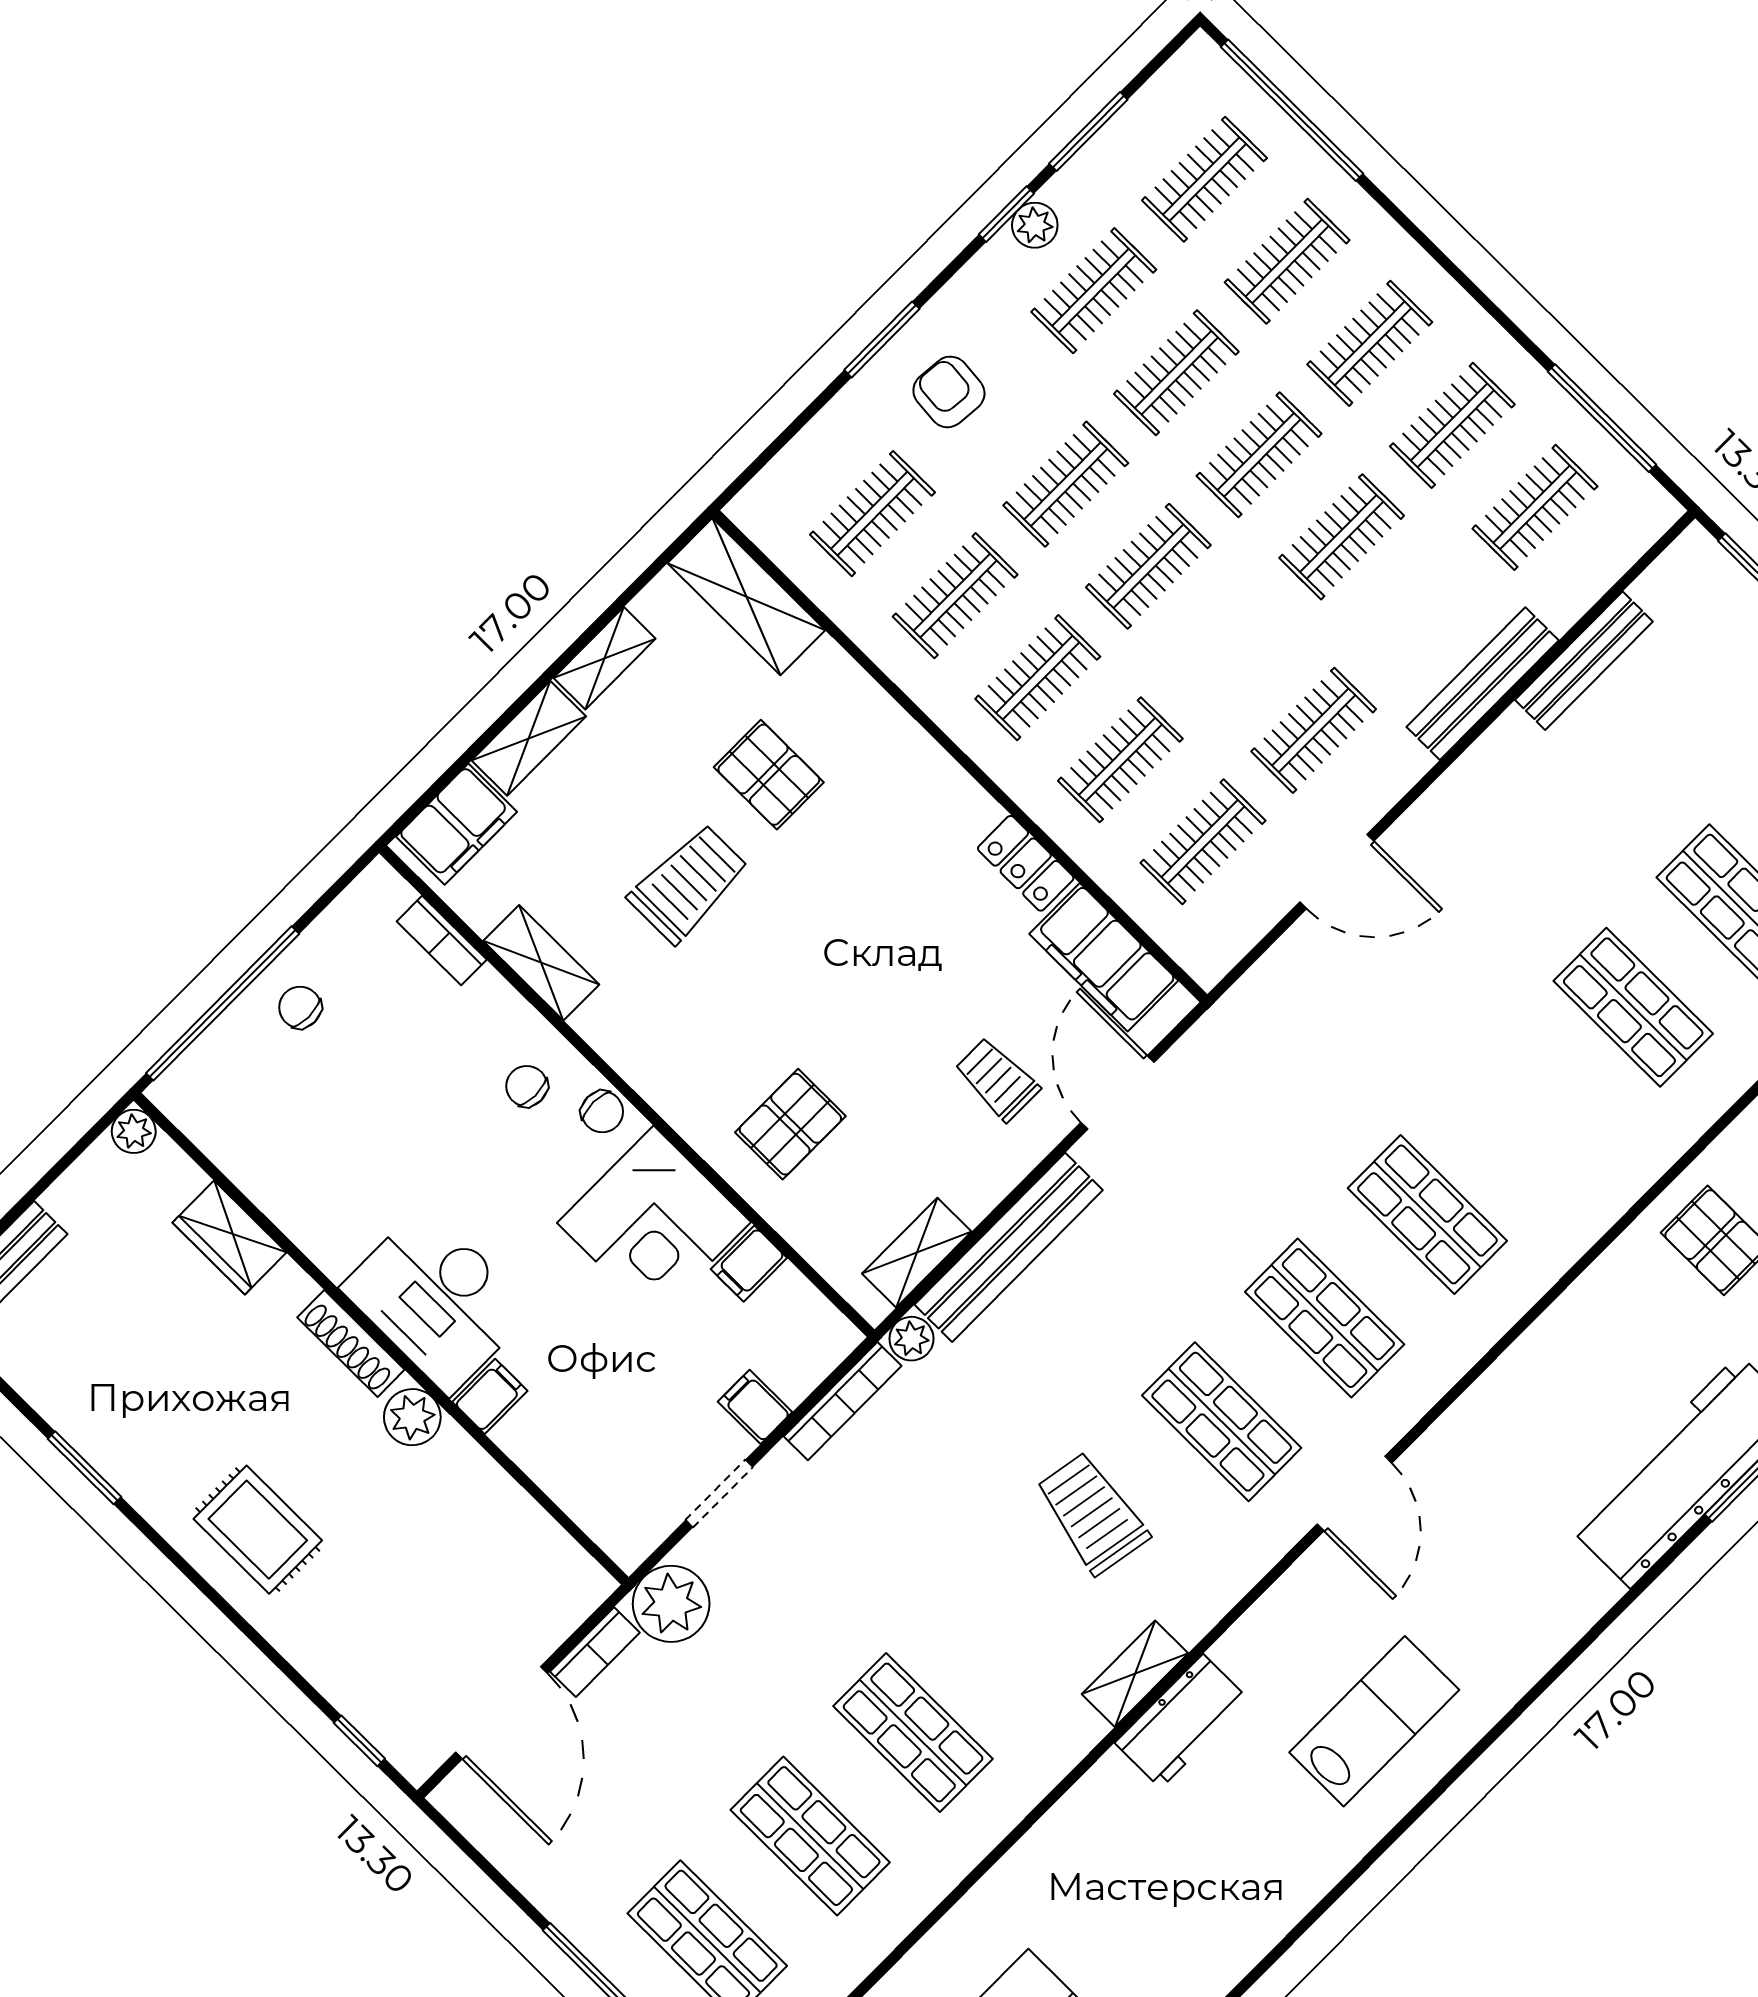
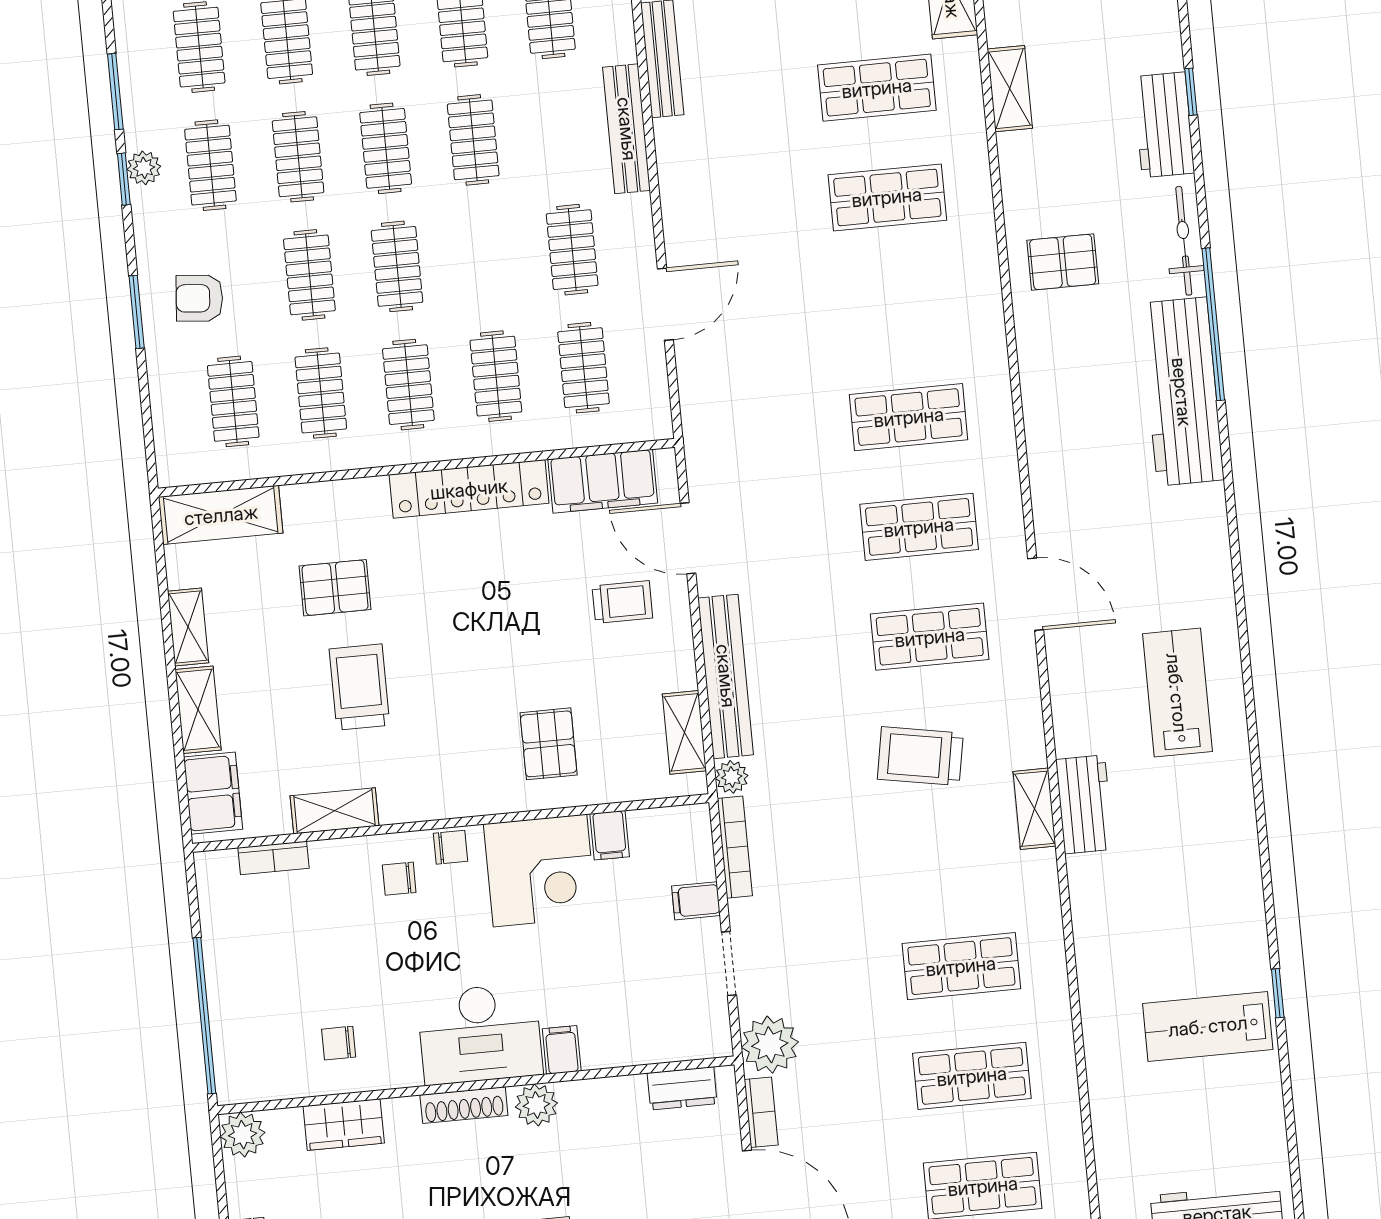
locker: (1026, 863) -> (469, 489), width x2.16, depth x1.21
chair: (300, 1007) -> (339, 1043), moved
trolley: (997, 1079) -> (622, 602), turned 180
plant: (134, 1131) -> (243, 1135), width x1.38, depth x1.38
dresser: (552, 1551) -> (682, 1088), added

